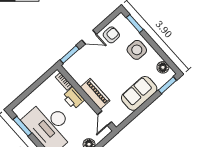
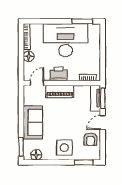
tv unit: (75, 60) -> (96, 98), added
printer: (73, 98) -> (59, 74), moved
door: (105, 118) -> (37, 83), hinge flipped

